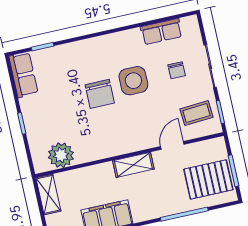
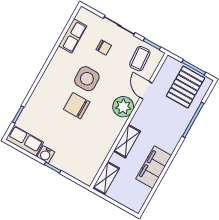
chair: (100, 94) -> (77, 106), turned 180
water cooler: (28, 106) -> (46, 154), added
plant: (61, 155) -> (123, 107), moved
shelving: (133, 165) -> (127, 141), moved
shelving: (48, 194) -> (106, 178), moved, turned 90

